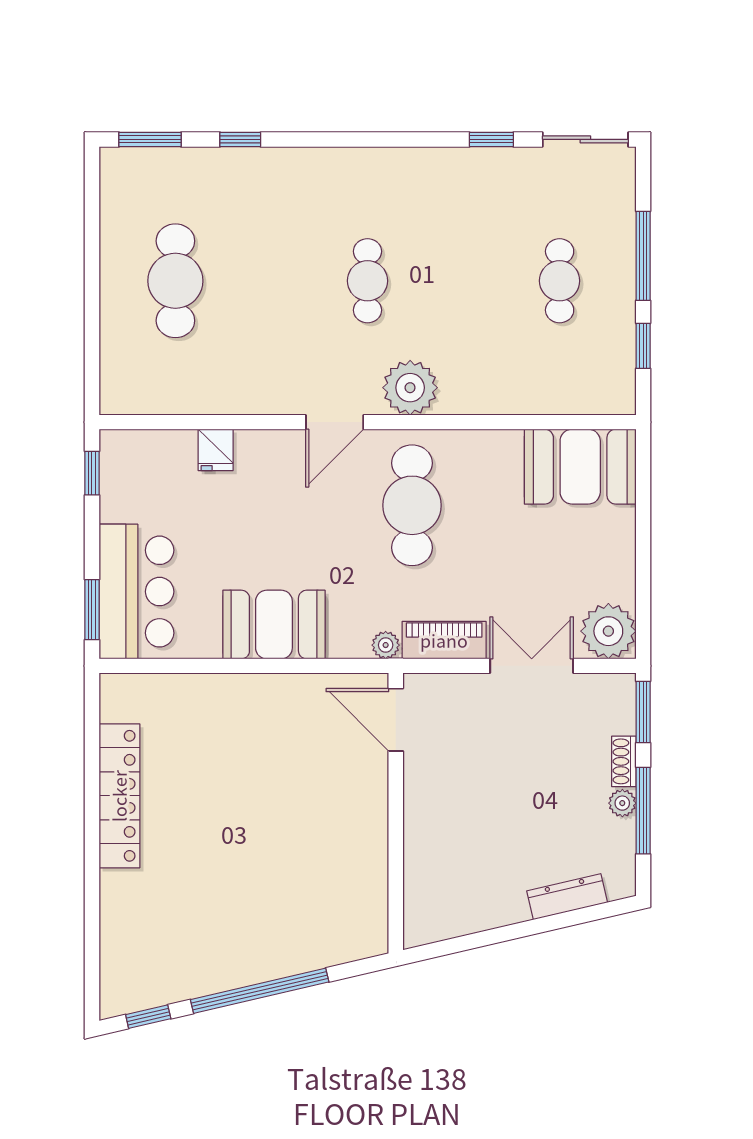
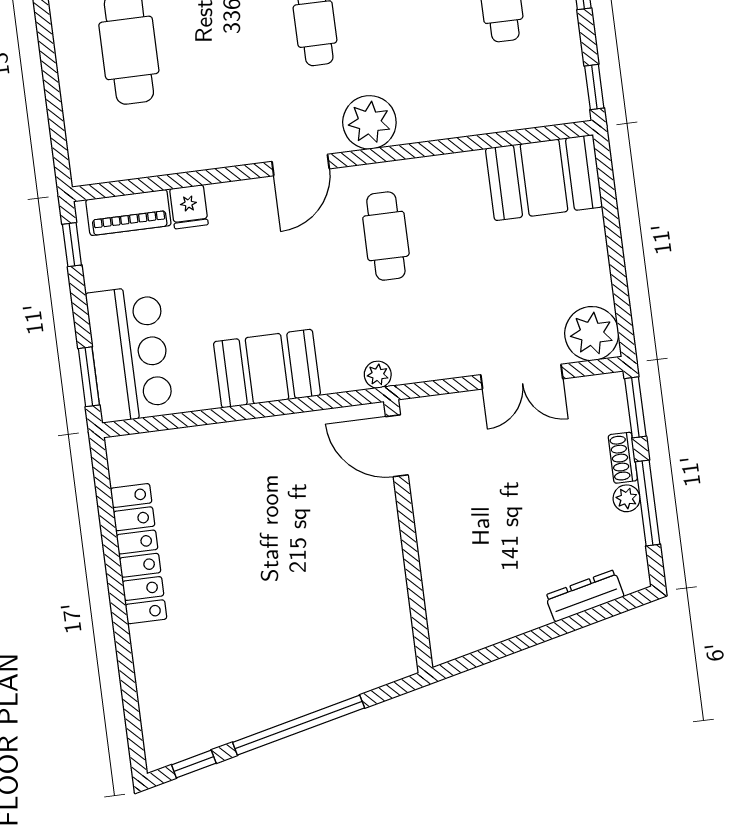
window: (643, 346) -> (594, 87), moved
cafe table: (412, 505) -> (386, 236), width x0.73, depth x0.74
piano: (444, 640) -> (128, 212), moved, turned 180
double door: (532, 666) -> (522, 377), swing flipped

